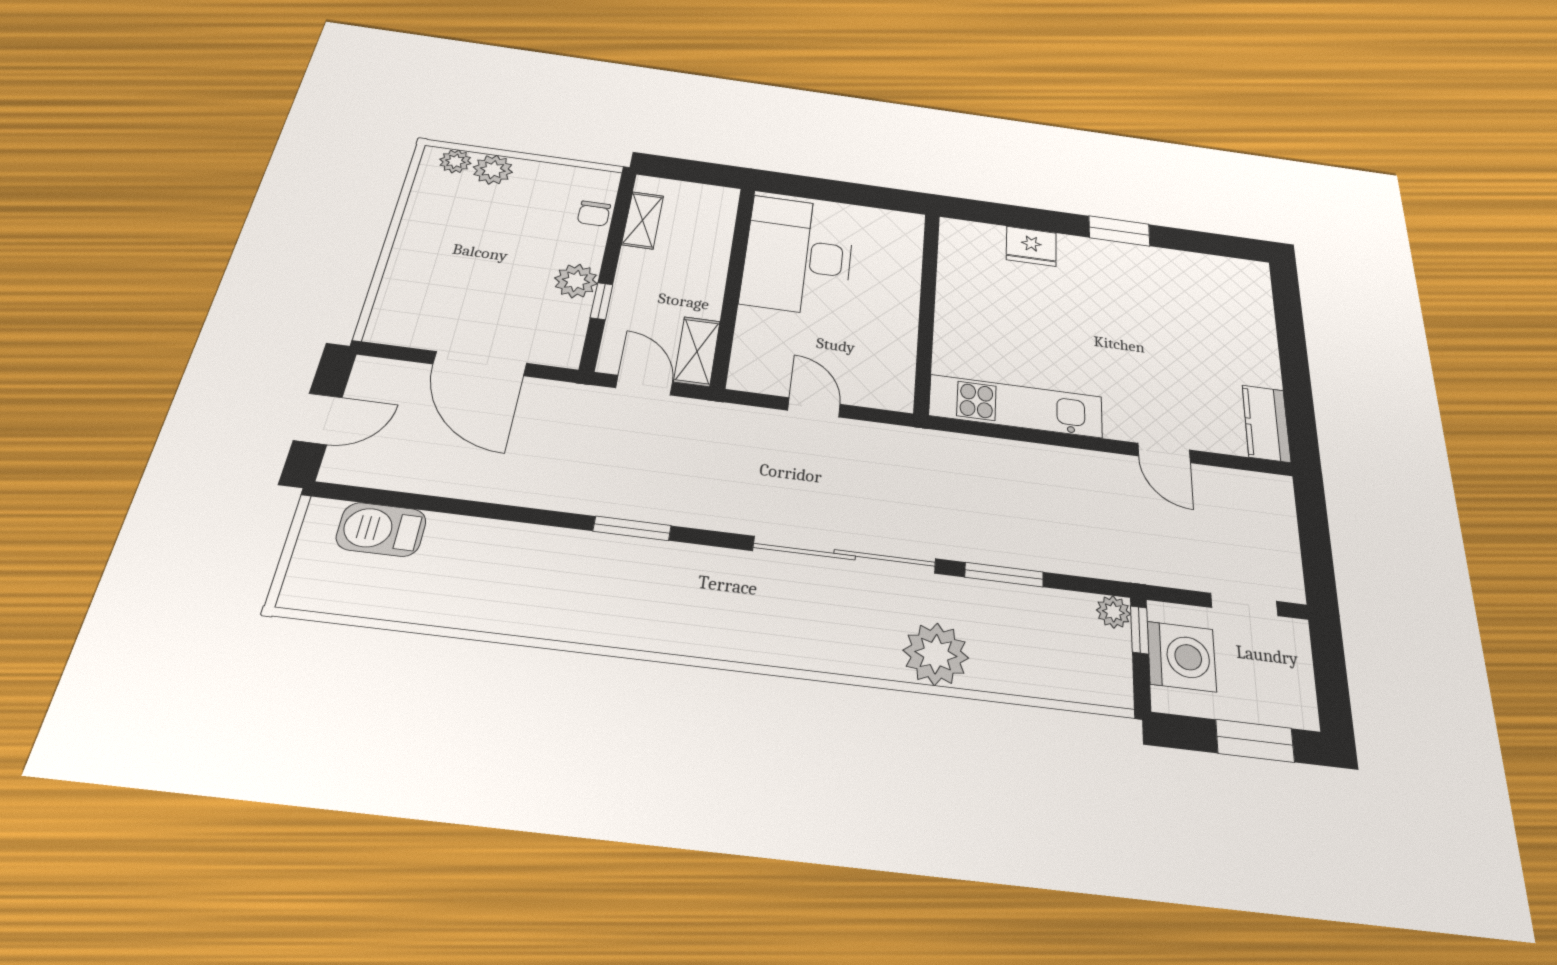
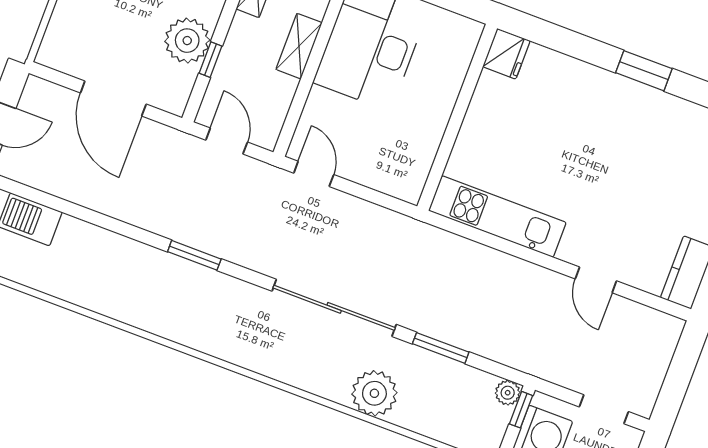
fridge: (1031, 246) -> (506, 54), moved, turned -90
plant: (576, 281) -> (187, 41), width x1.36, depth x1.36
shelving: (697, 351) -> (299, 46), moved
door: (814, 407) -> (314, 174), moved

